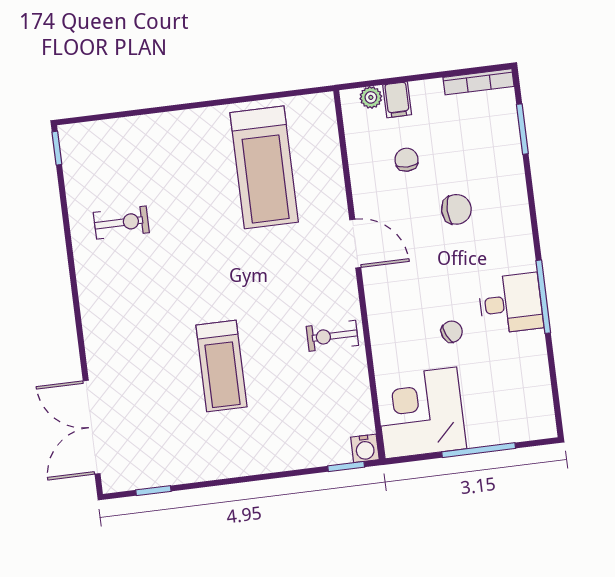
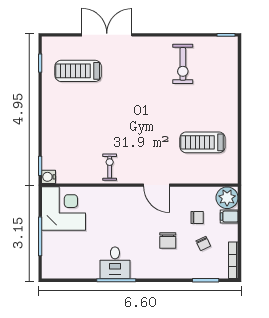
plant: (371, 97) -> (227, 198), width x1.88, depth x1.88
treadmill: (264, 167) -> (202, 142), width x0.73, depth x0.73
exercise bike: (121, 223) -> (183, 64), width x1.38, depth x1.39
door: (355, 244) -> (156, 185), hinge flipped
chair: (452, 332) -> (203, 243), moved
treadmill: (221, 366) -> (78, 71), moved
double door: (92, 427) -> (107, 35), moved

